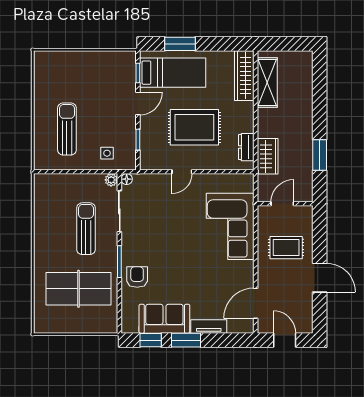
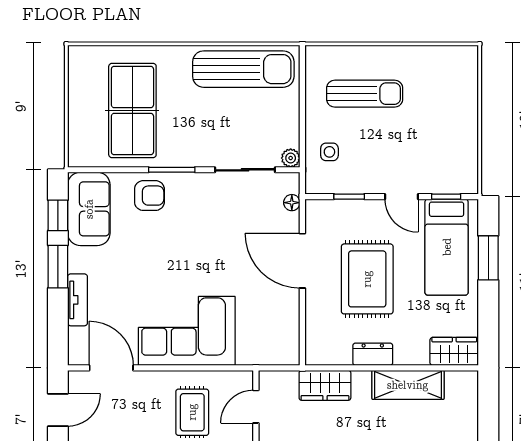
wardrobe: (244, 76) -> (454, 351), width x0.67
shelving: (267, 83) -> (408, 385), moved
dresser: (246, 147) -> (373, 354), moved
door: (182, 172) -> (302, 261), width x1.87
floor lamp: (127, 179) -> (292, 203), moved
door: (282, 204) -> (256, 407), swing flipped
corner sofa: (230, 226) -> (187, 331), moved
sun lounger: (86, 229) -> (243, 69), moved, width x1.36, depth x1.34
sofa: (164, 319) -> (89, 209), moved

